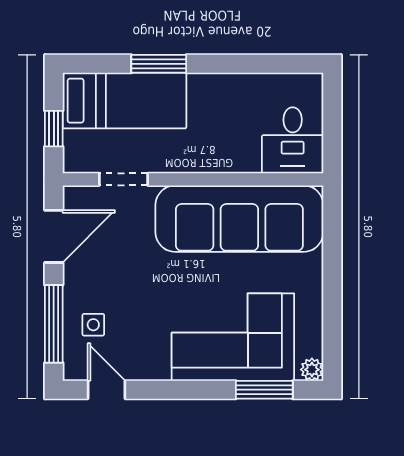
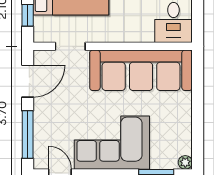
side table: (93, 325) -> (52, 135), removed
corner sofa: (233, 337) -> (112, 143), moved

